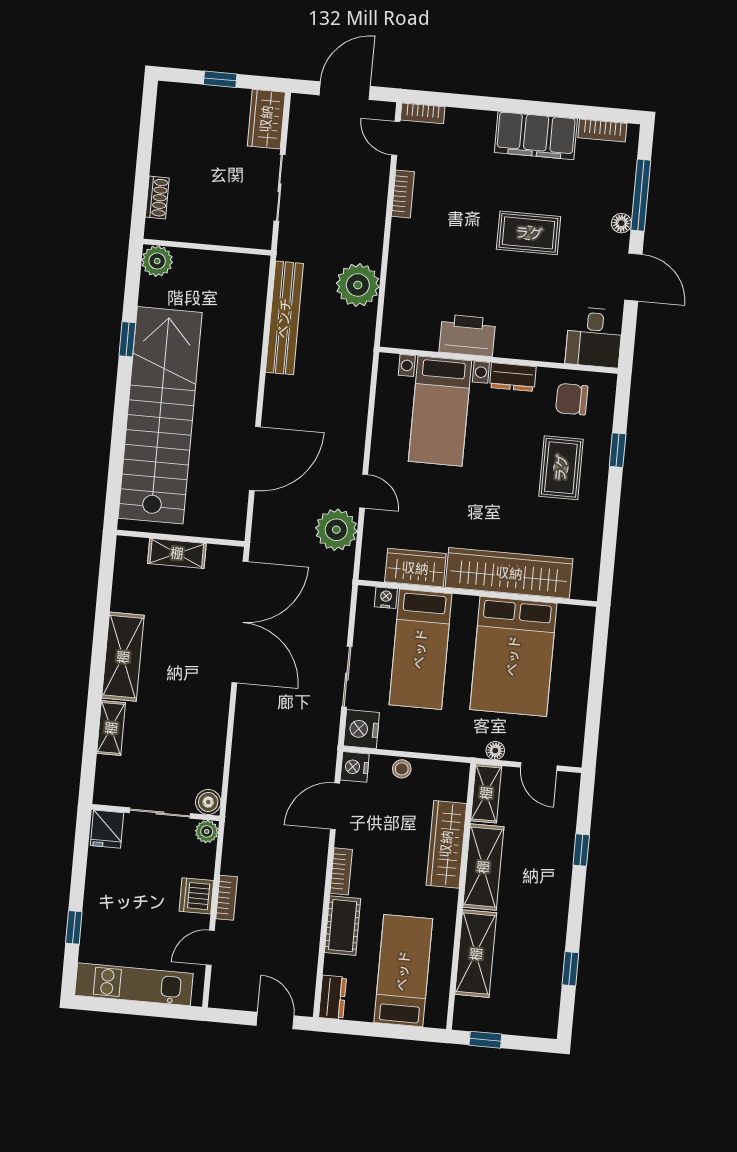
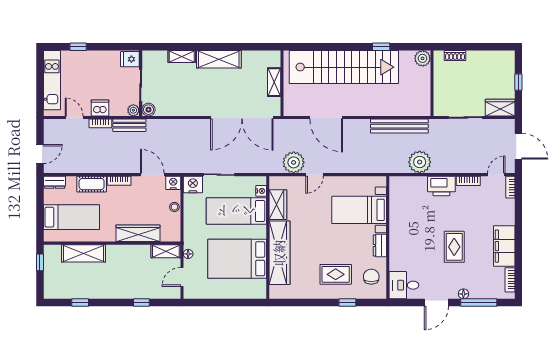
printer: (467, 335) -> (441, 186), moved, turned 90
bench: (235, 842) -> (129, 125), added
shelving: (483, 867) -> (128, 253), removed

